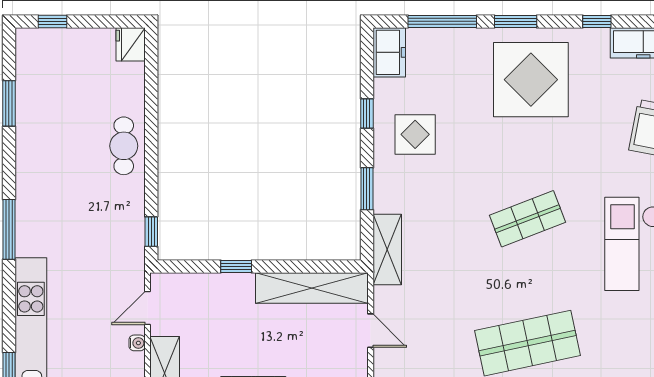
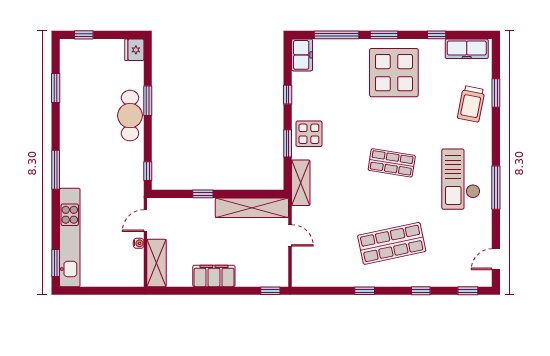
window: (151, 123) -> (148, 101), added
display table: (415, 134) -> (309, 134), moved
cafe table: (124, 146) -> (130, 116), width x1.37, depth x1.35
shop shelf: (528, 219) -> (392, 163), turned 30

